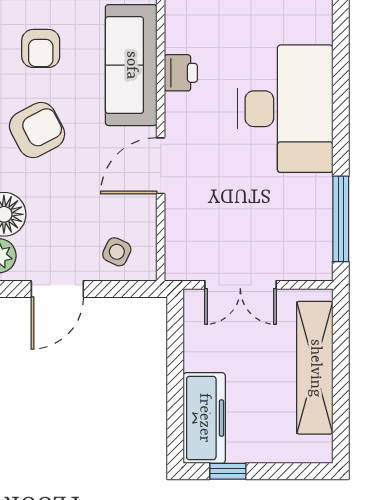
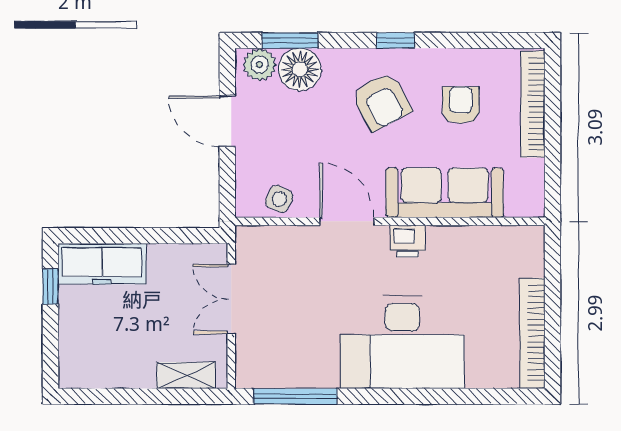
armchair: (41, 48) -> (461, 105), turned 90
printer: (181, 73) -> (408, 241), moved
side table: (117, 252) -> (279, 199), moved
shelving: (315, 368) -> (186, 375), width x0.45, depth x0.75

